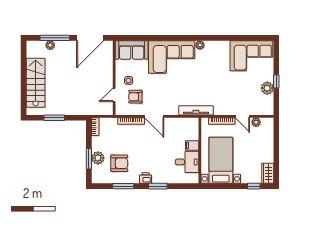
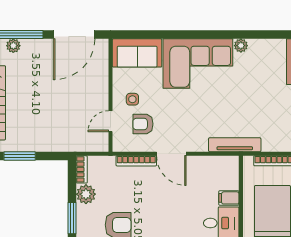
plant: (98, 158) -> (86, 194), moved

